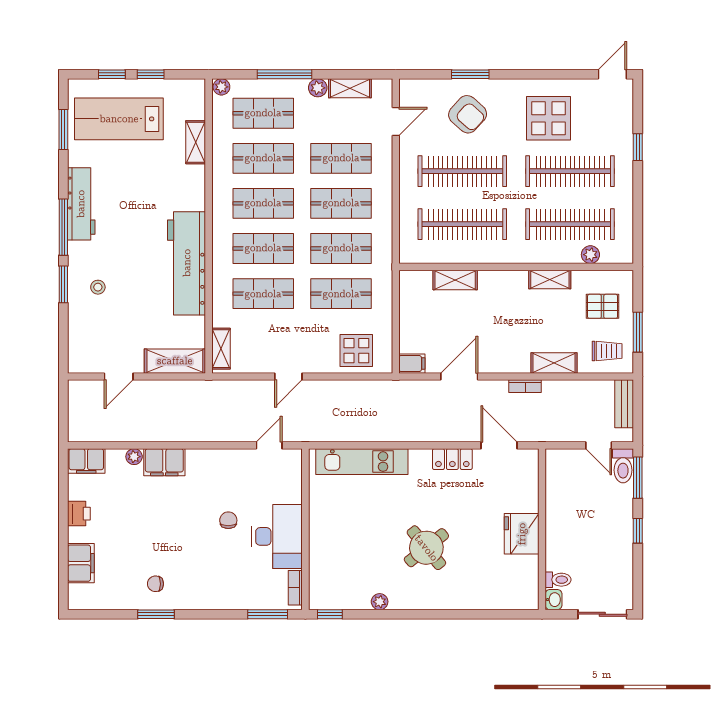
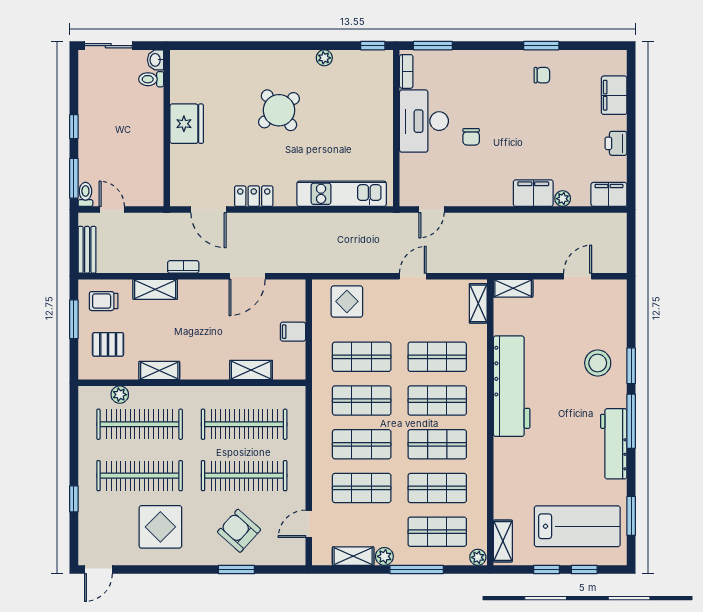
shelving: (196, 142) -> (503, 541), moved
stool: (98, 287) -> (598, 363), width x1.89, depth x1.89
shelving: (175, 361) -> (513, 288), width x0.67, depth x0.75
filing cabinet: (412, 364) -> (293, 332), moved
toilet: (623, 466) -> (85, 194), width x0.73, depth x0.72

